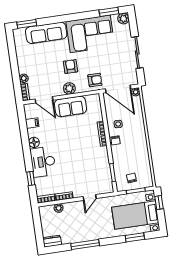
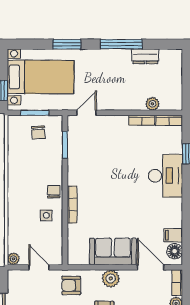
door: (118, 89) -> (39, 267), width x0.53
floor lamp: (34, 142) -> (175, 251), moved
door: (90, 198) -> (87, 113), moved
window: (135, 237) -> (67, 44), moved
dresser: (52, 241) -> (145, 56), moved

